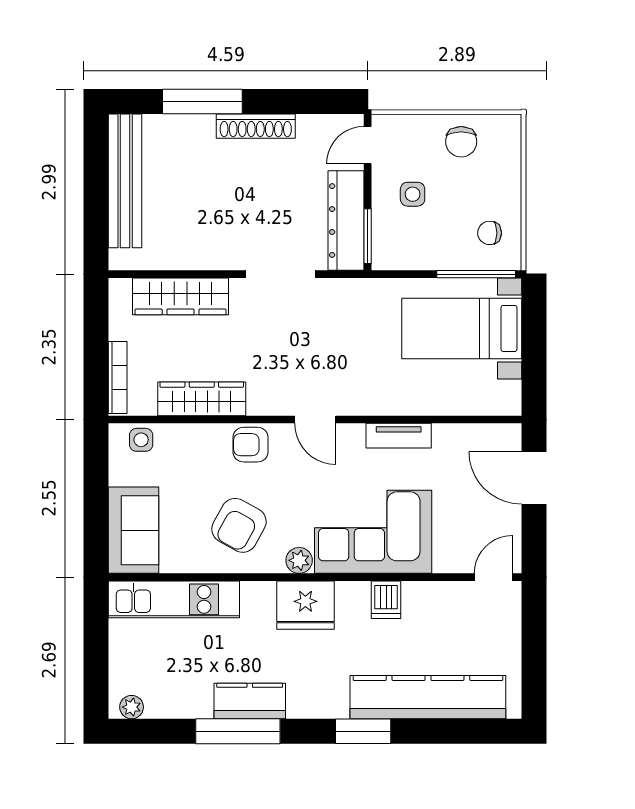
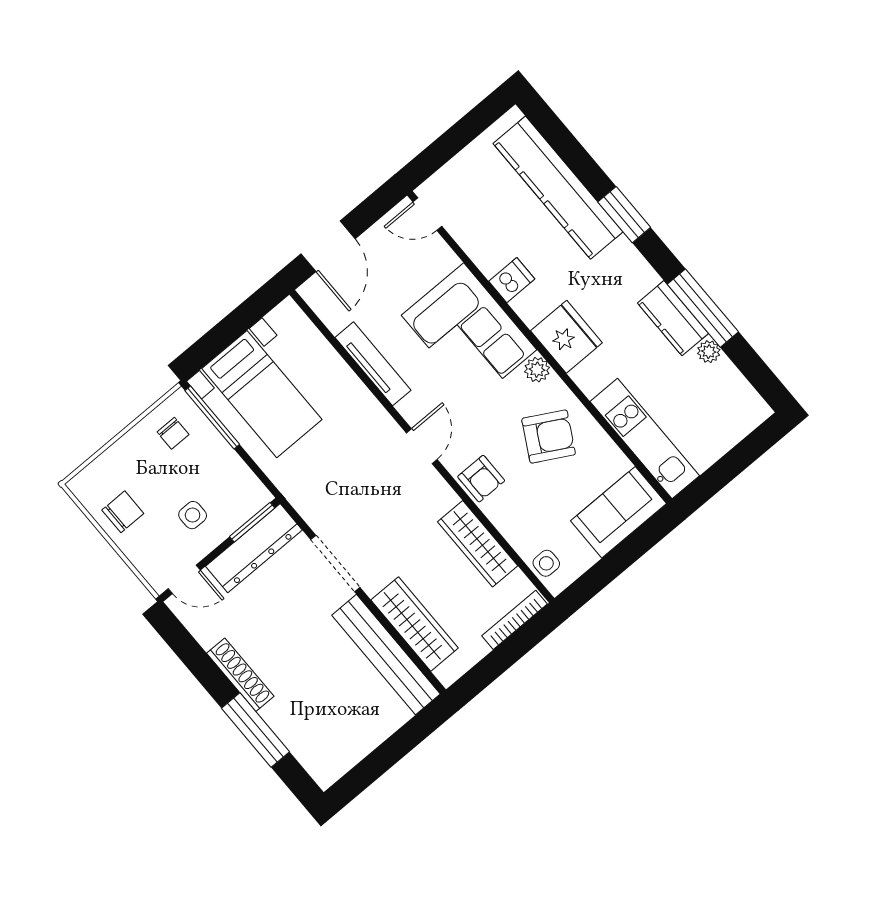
bench: (125, 181) -> (386, 655), moved, turned 90
tv unit: (399, 436) -> (373, 364), width x1.41
plant: (132, 707) -> (709, 352), moved

